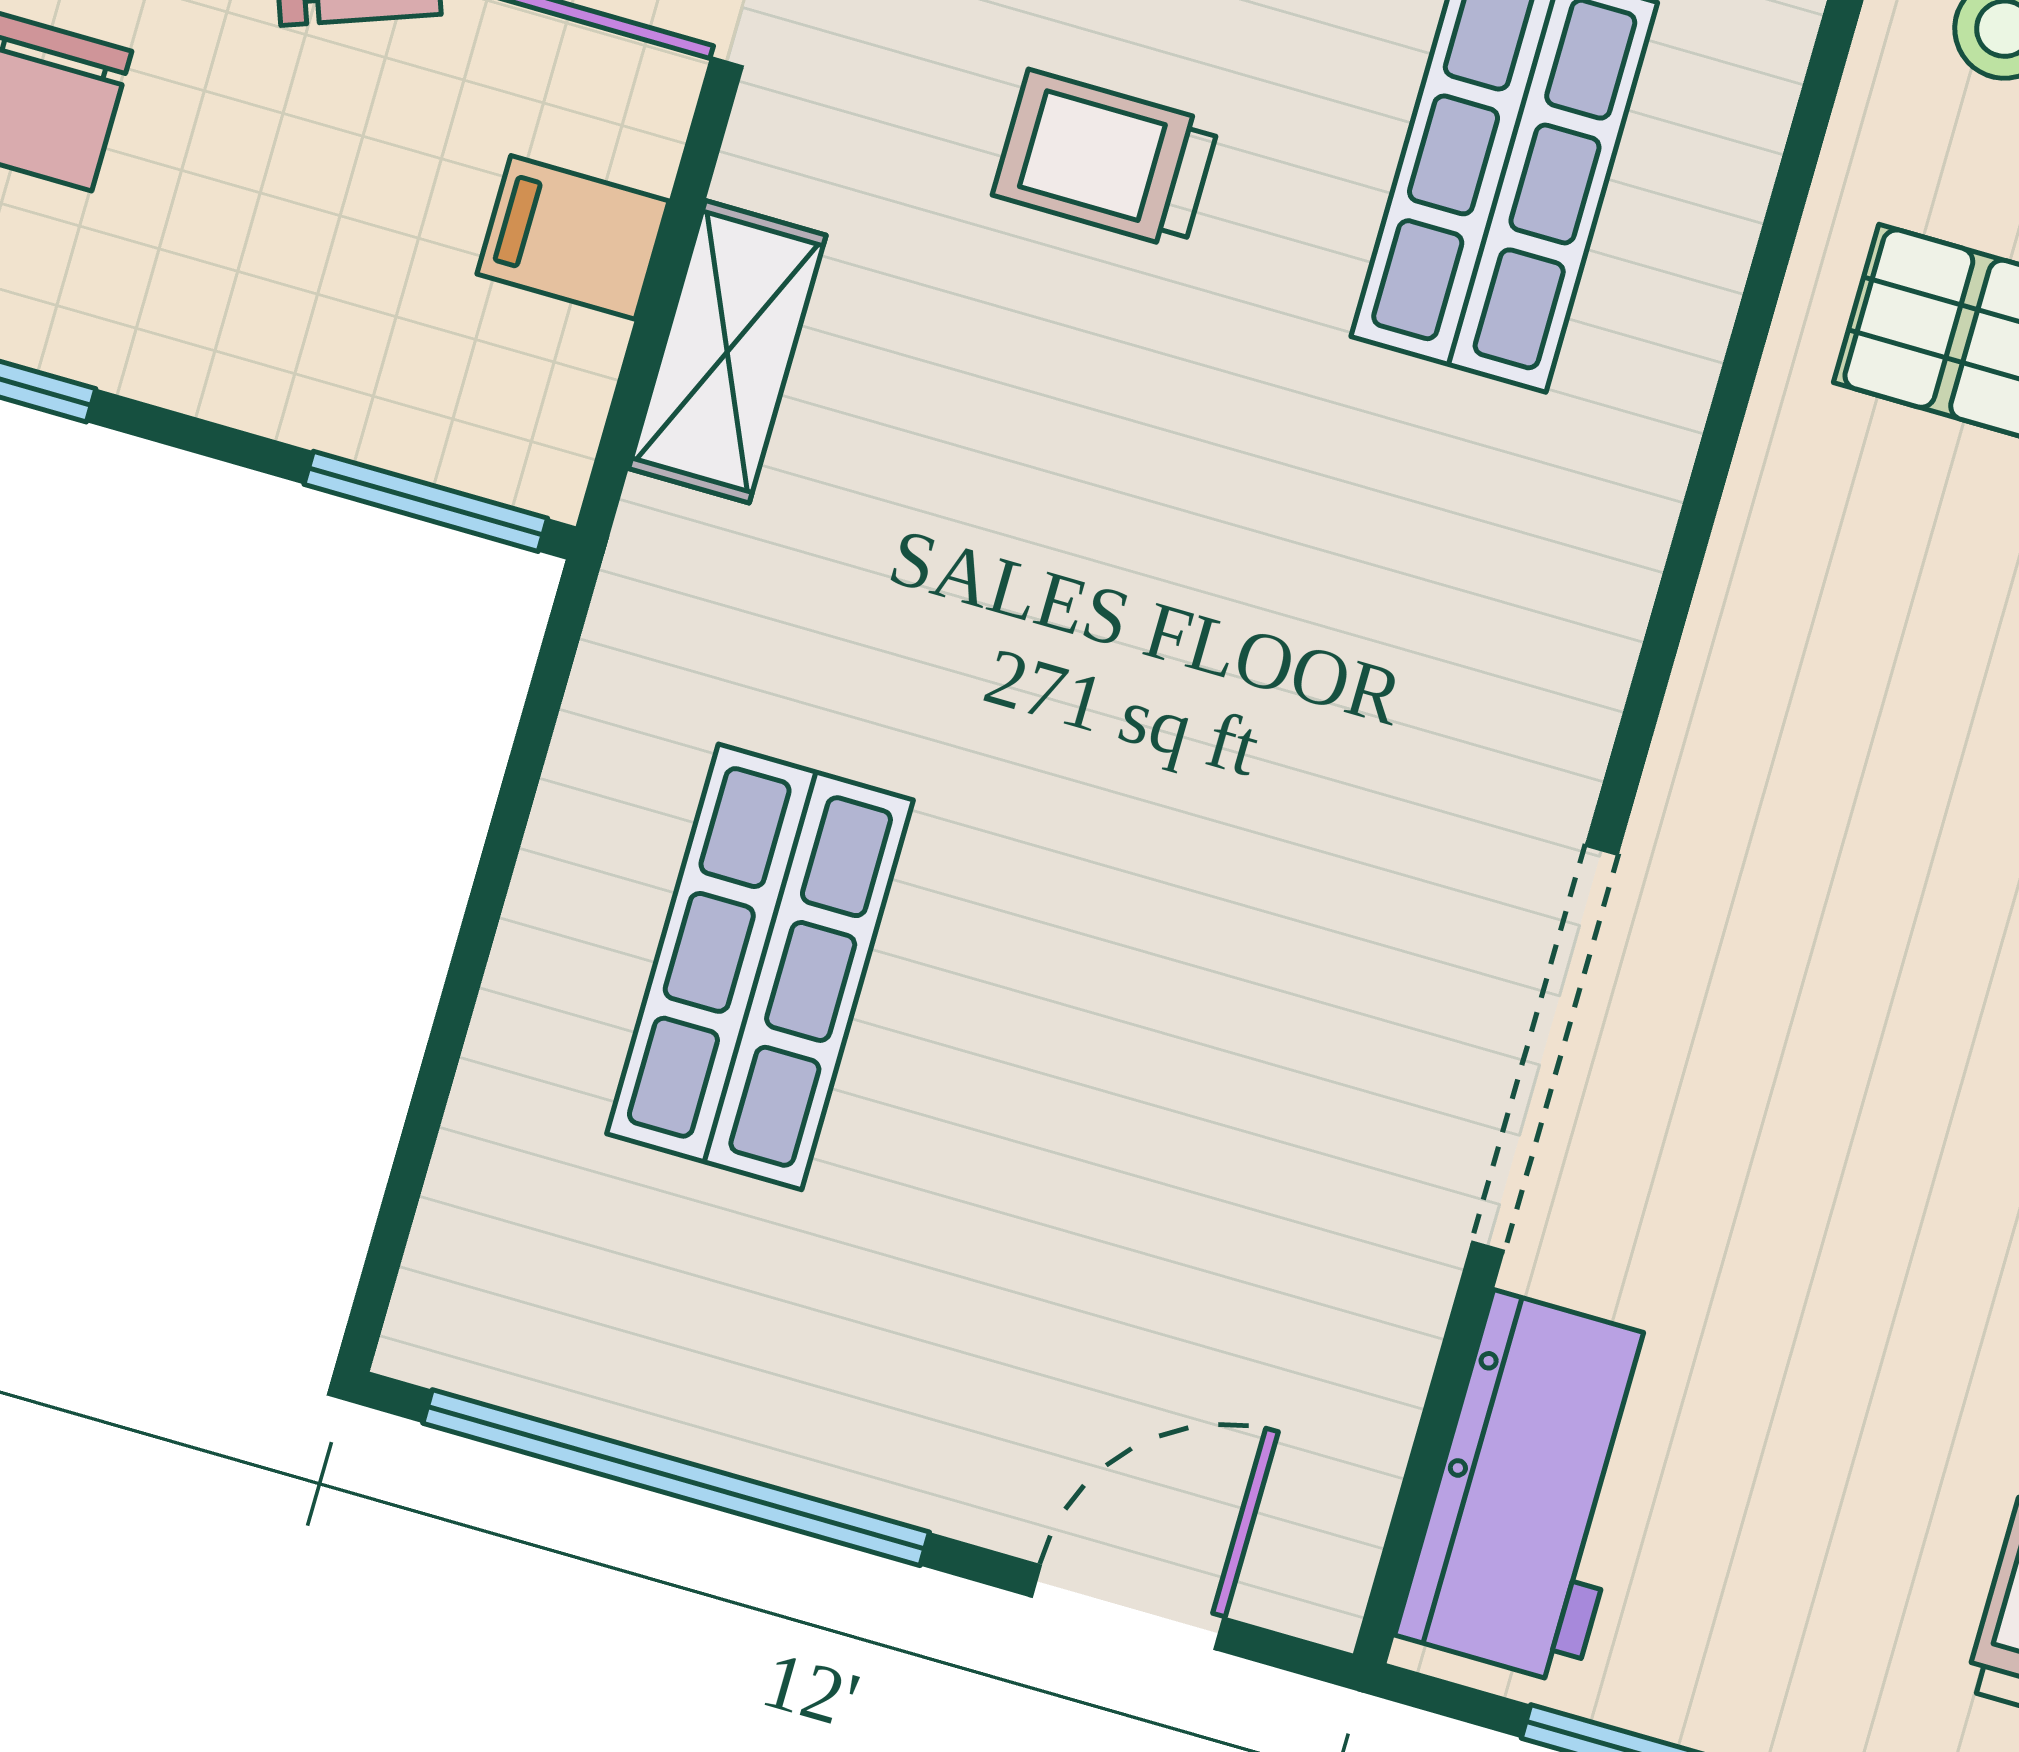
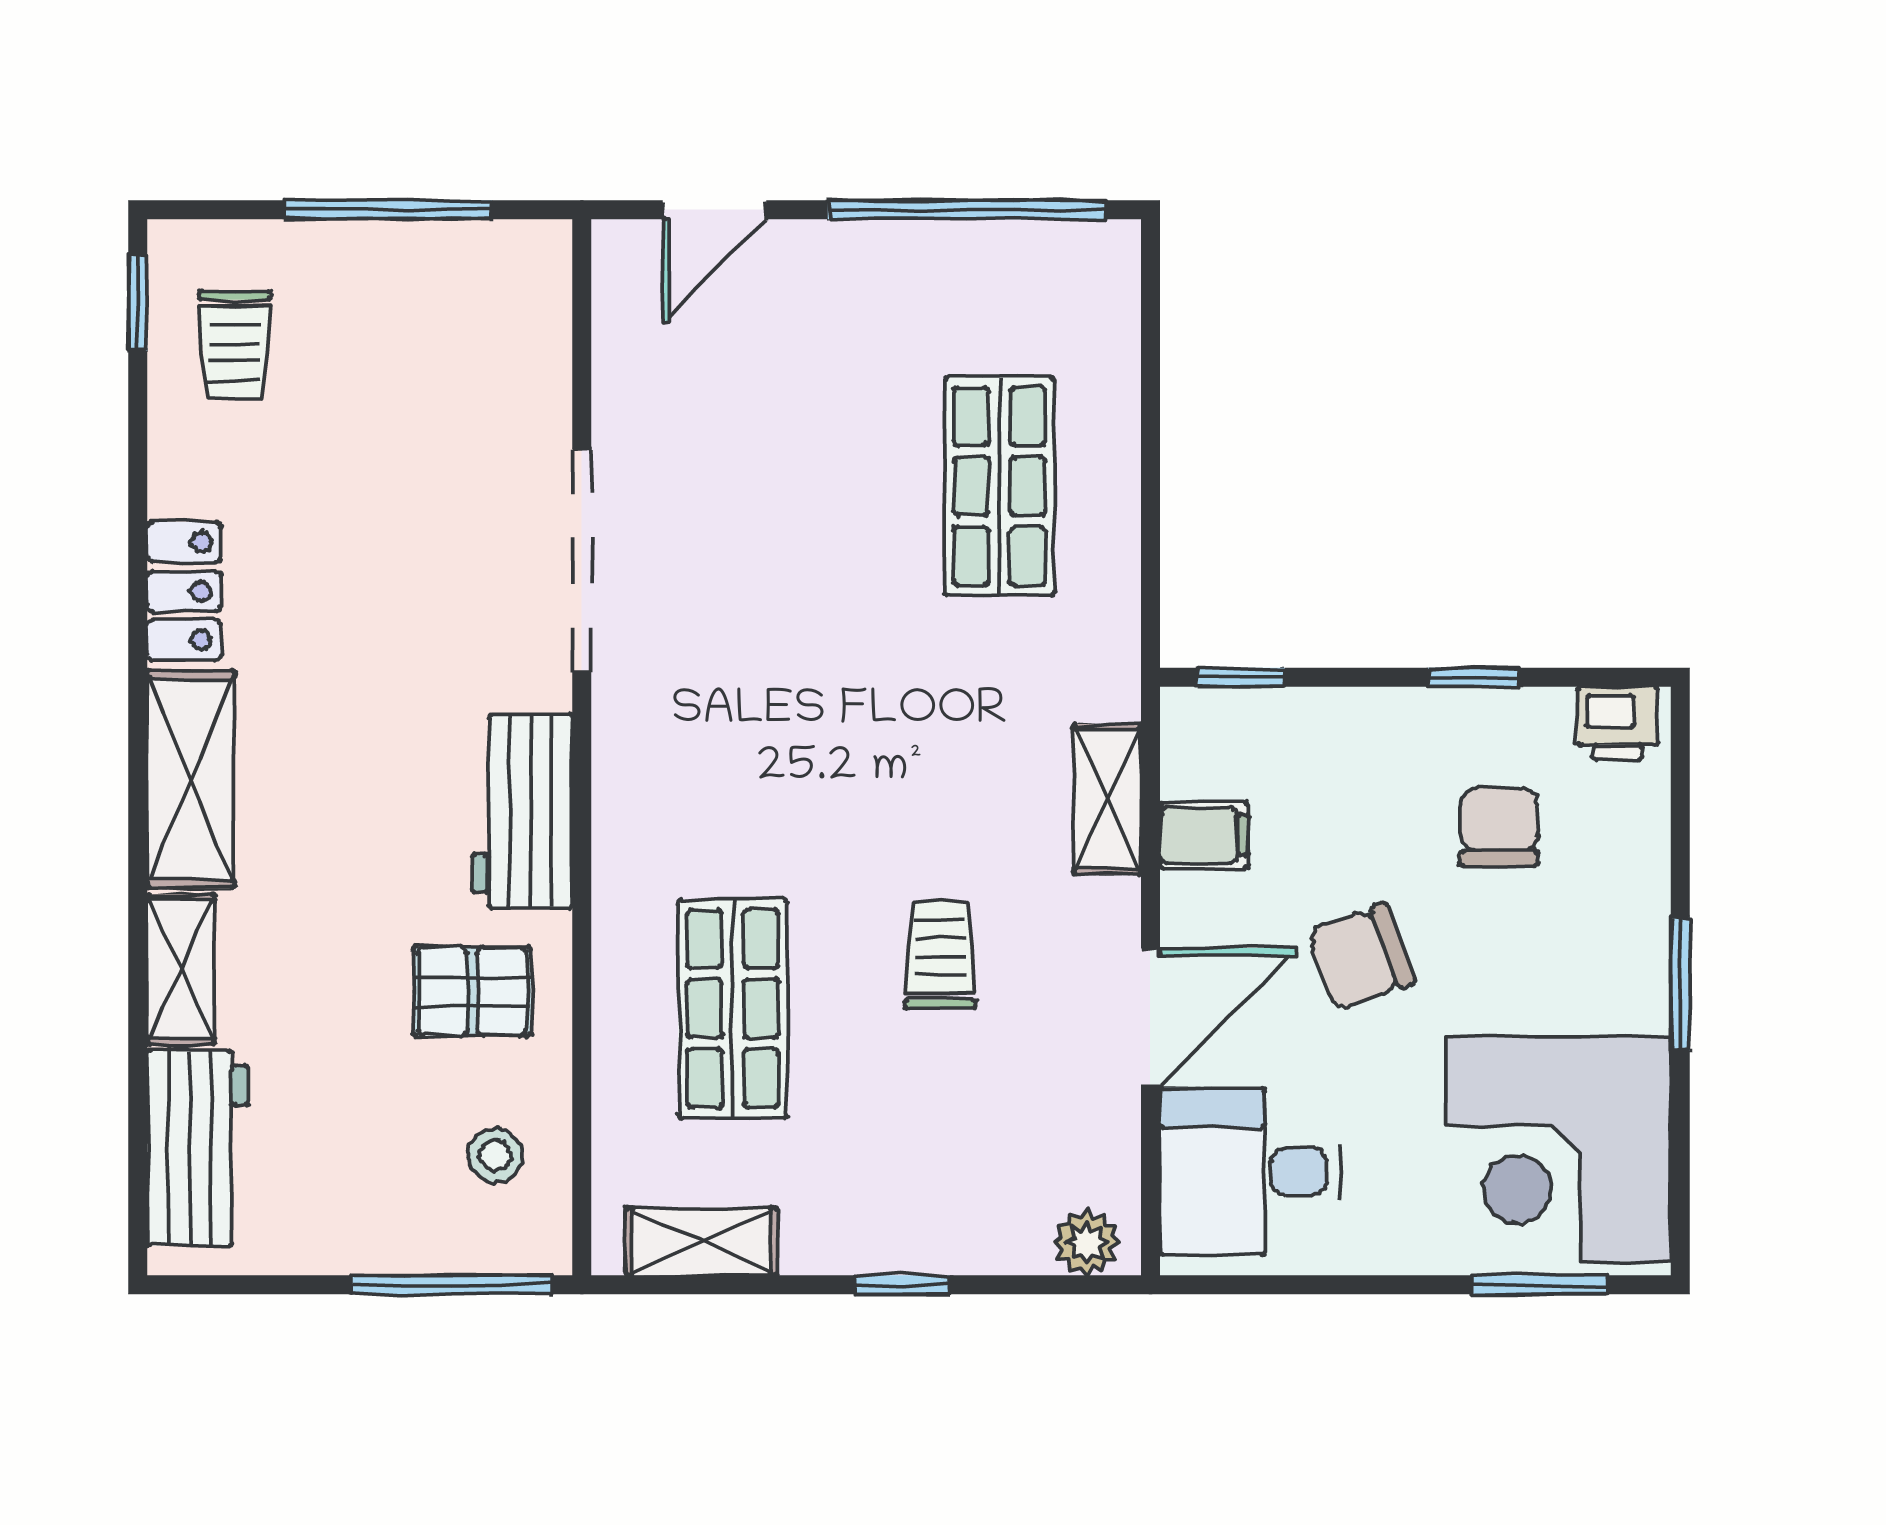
trolley: (1106, 159) -> (940, 955), turned -90
window: (426, 501) -> (1241, 677), width x0.67
workbench: (1533, 1488) -> (523, 811), moved

